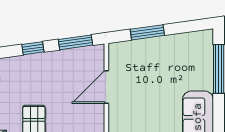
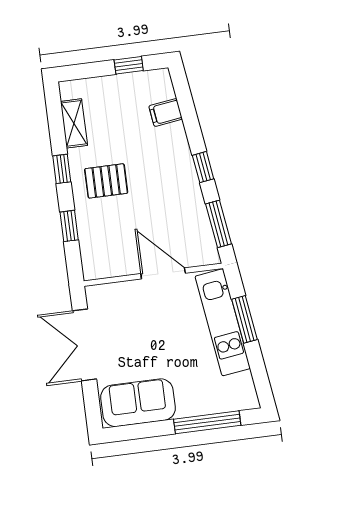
kitchen unit: (147, 48) -> (223, 322), added

